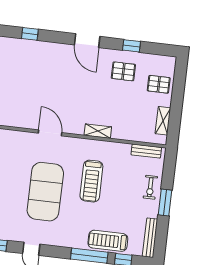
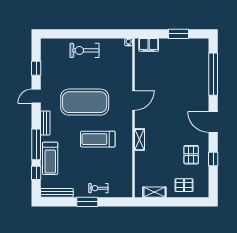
window: (30, 34) -> (213, 74), width x3.17
door: (87, 41) -> (213, 122), hinge flipped
pallet: (159, 84) -> (184, 185), turned 90
bench: (146, 151) -> (45, 123), moved
treadmill: (108, 241) -> (50, 158), turned 180

